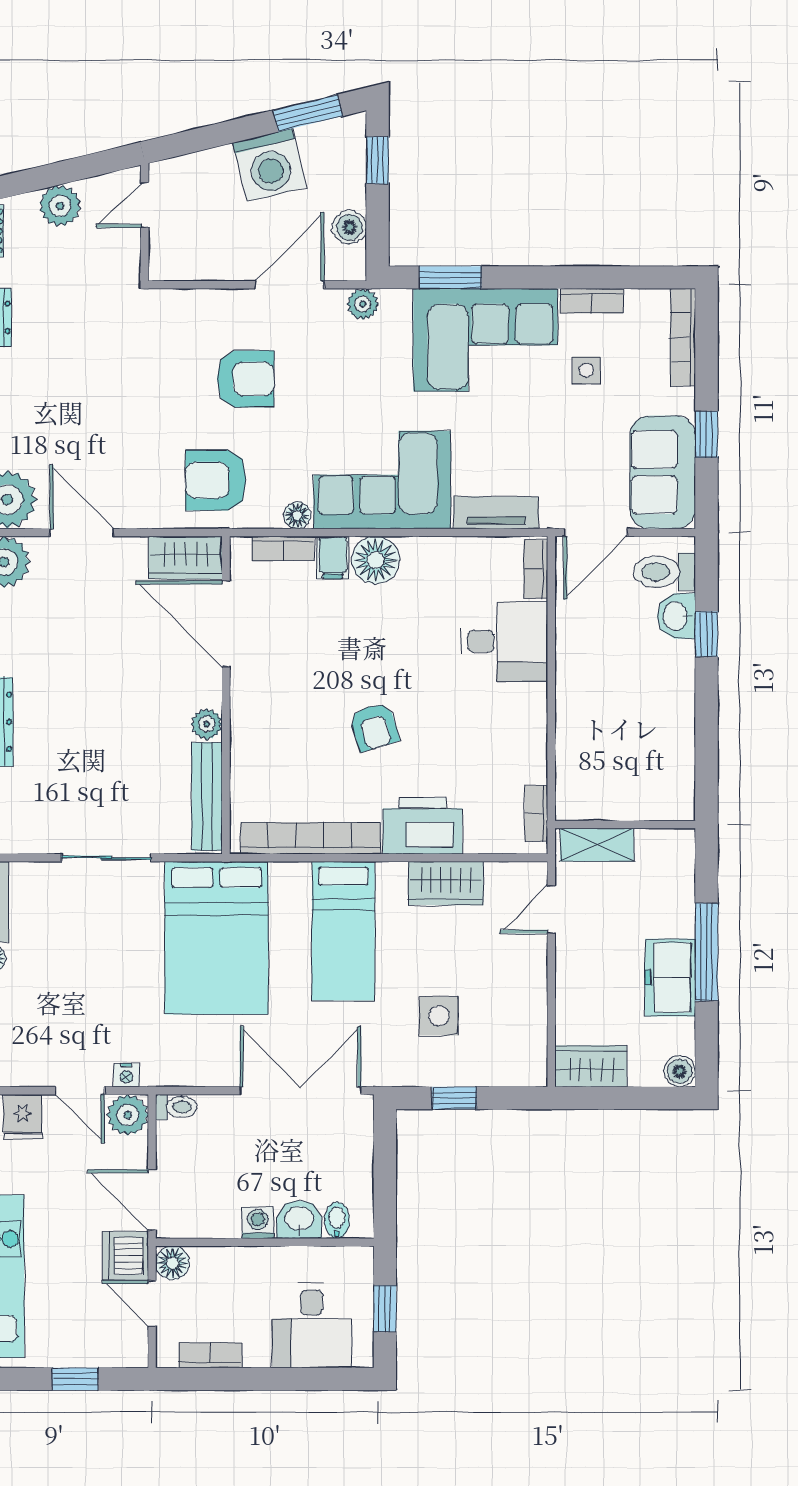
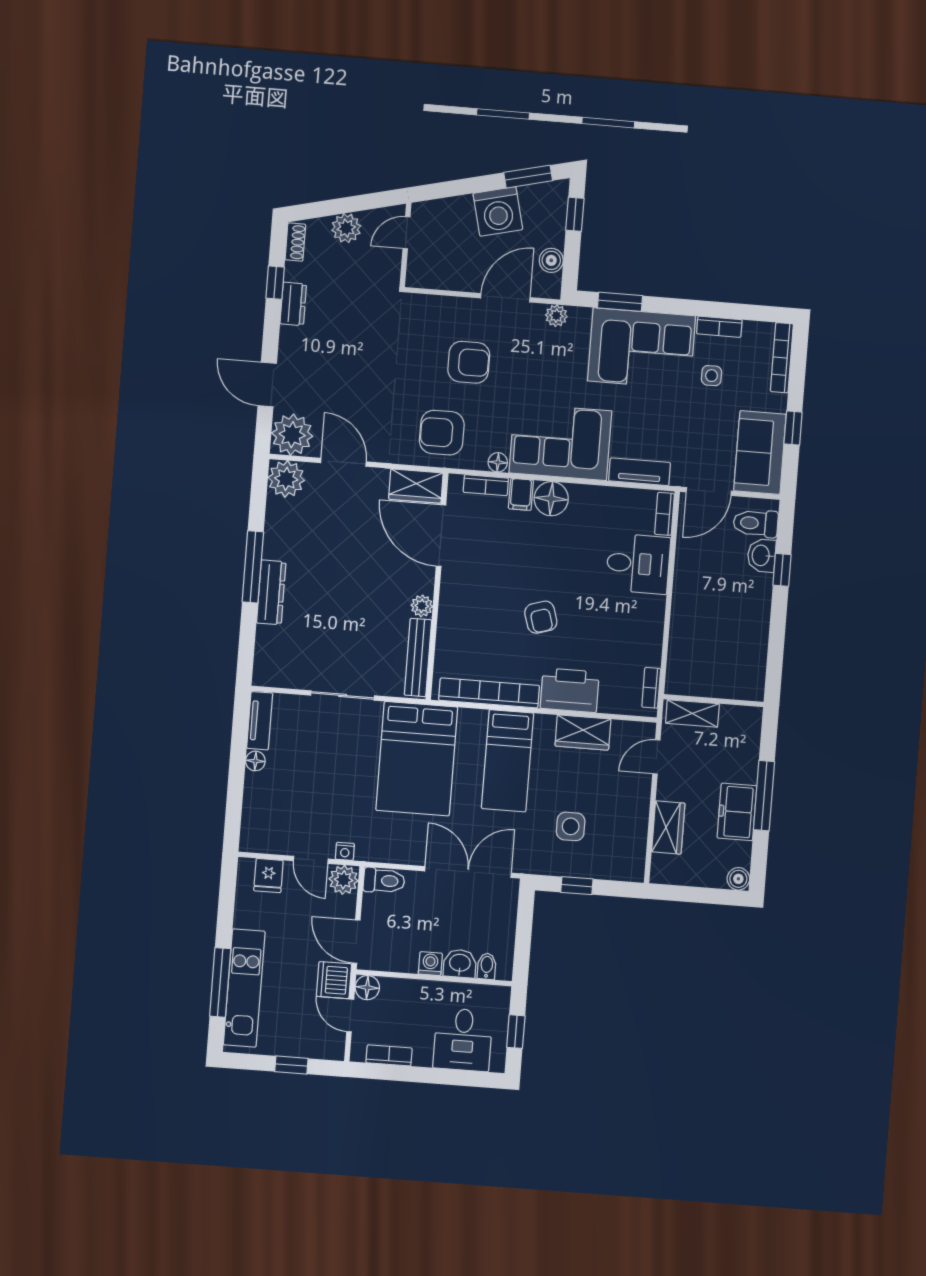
wardrobe: (591, 1066) -> (668, 827), moved, turned 90
toilet: (176, 1107) -> (384, 881), width x1.37, depth x1.39

